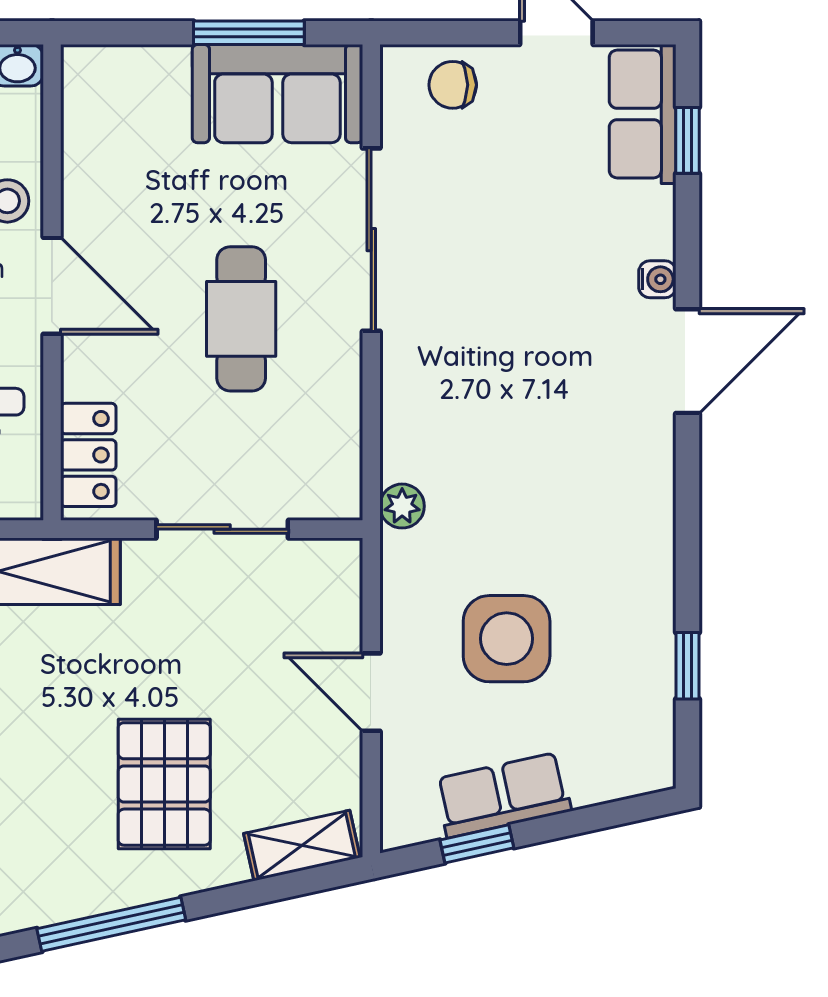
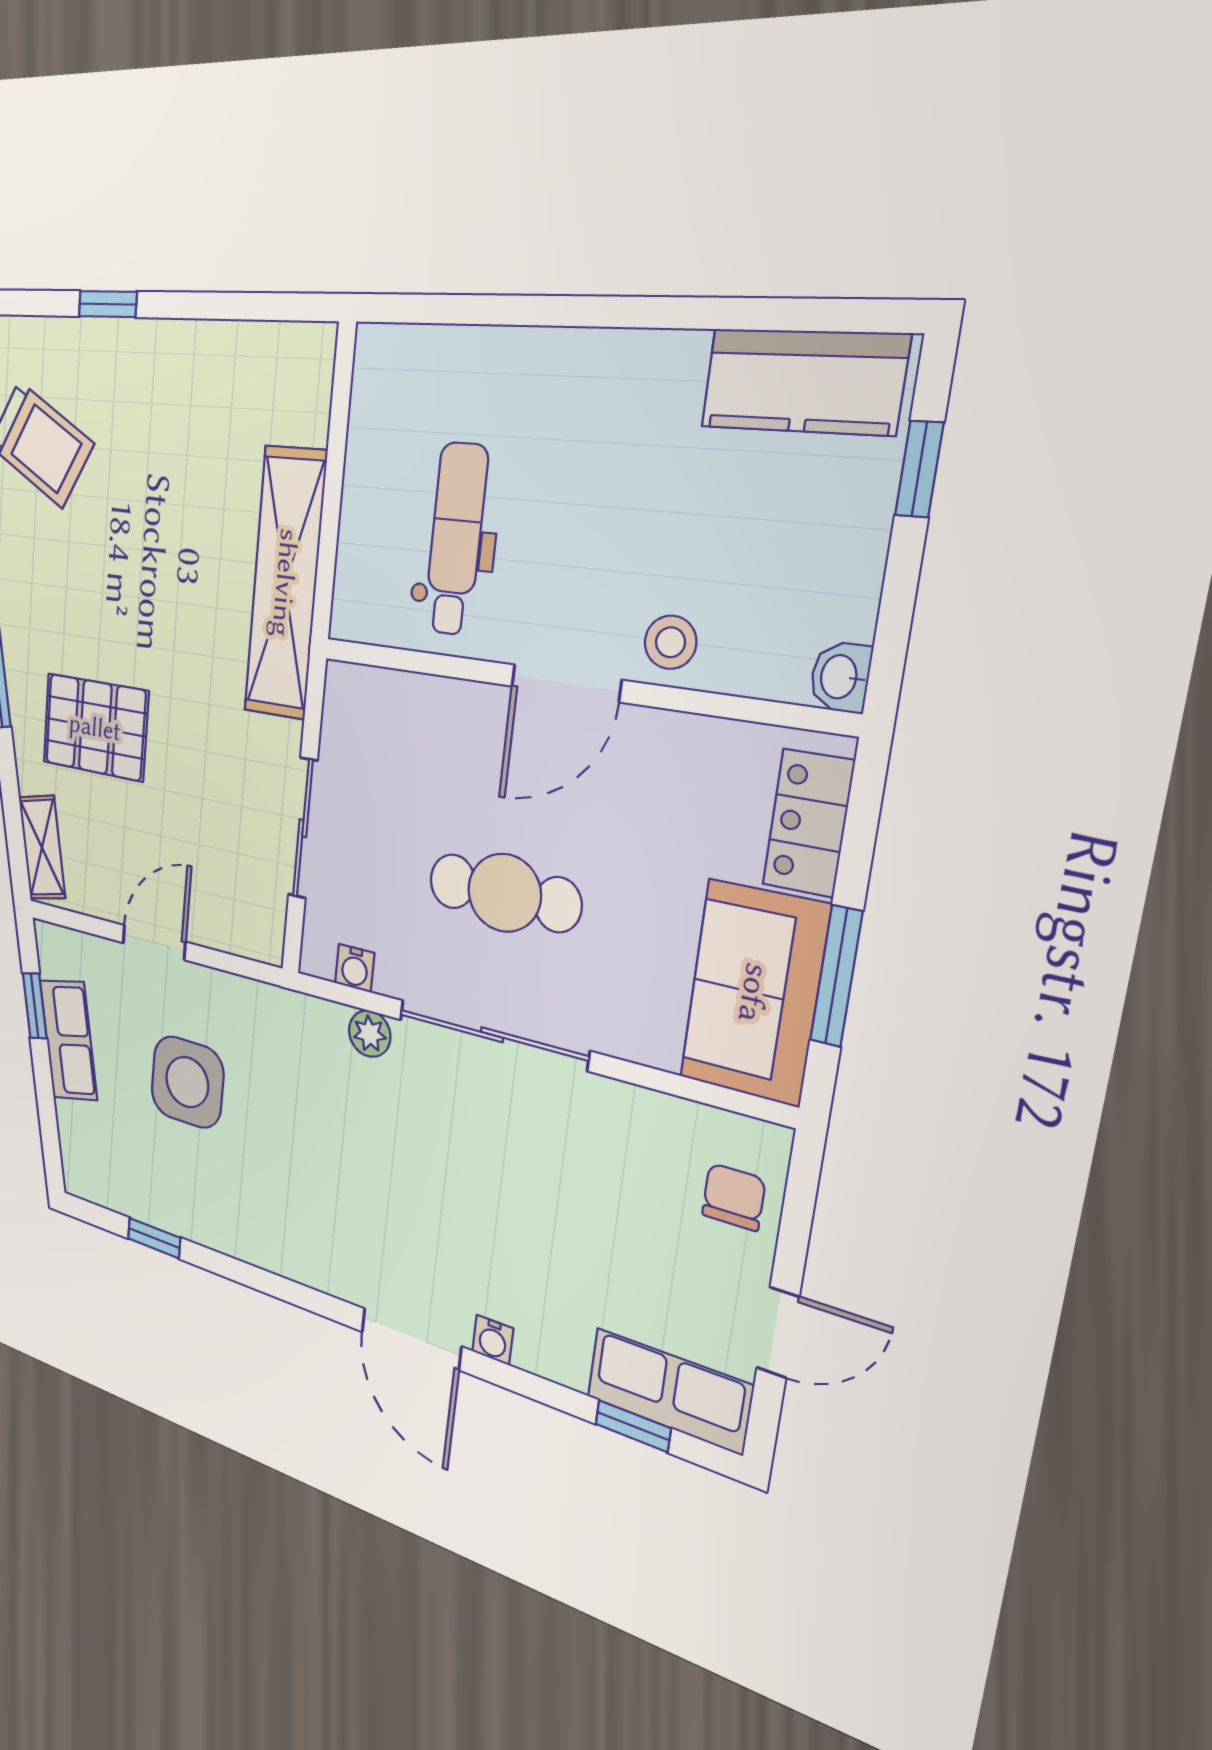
sliding door: (371, 240) -> (492, 1035), moved
locker: (88, 455) -> (808, 823), moved, turned 90
water cooler: (343, 460) -> (355, 968), added
plant: (402, 506) -> (370, 1034), moved

